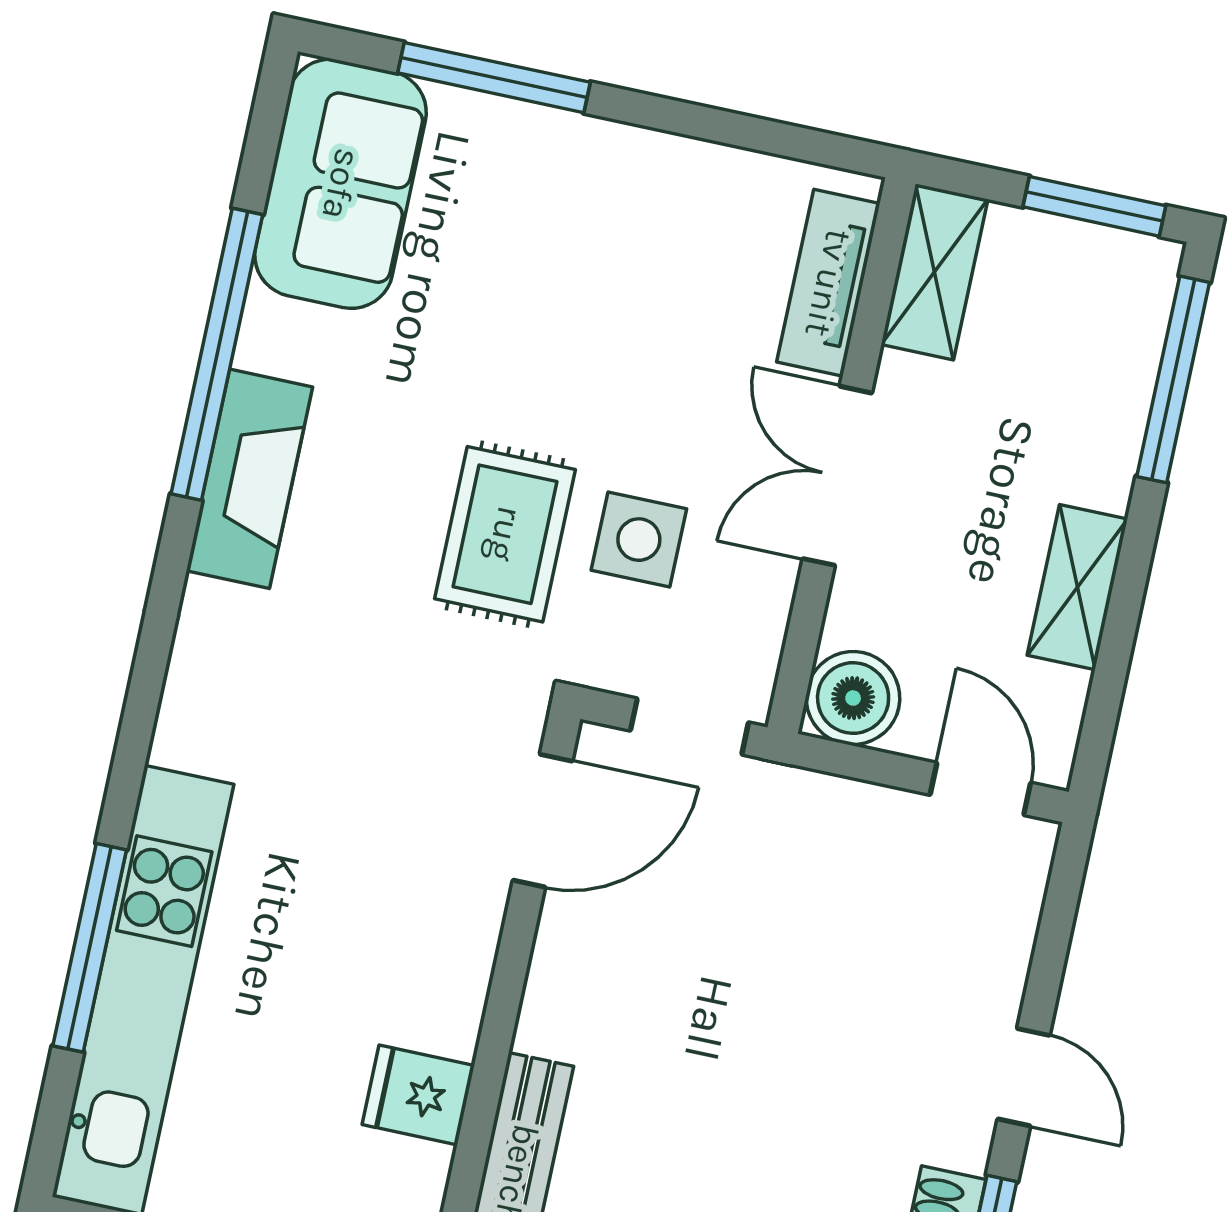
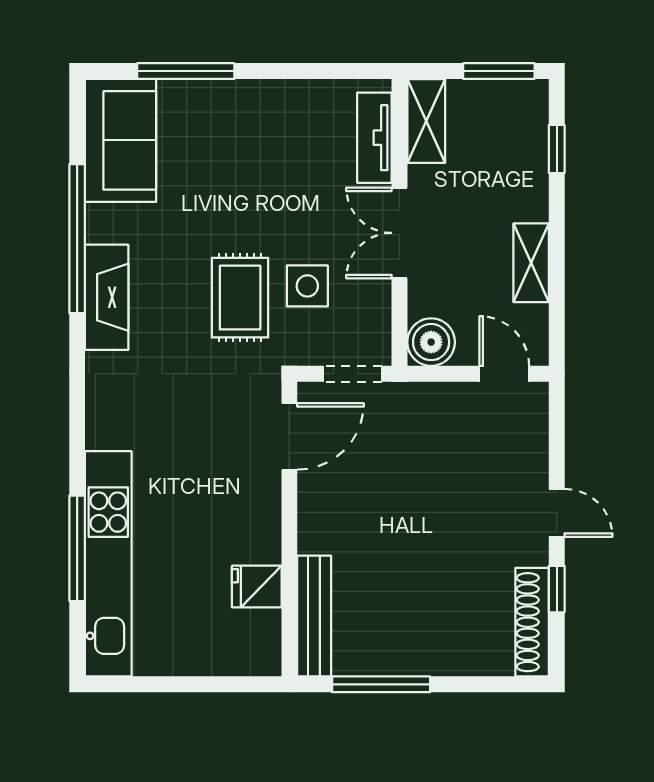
window: (1173, 379) -> (557, 149), width x0.46

